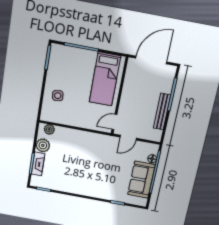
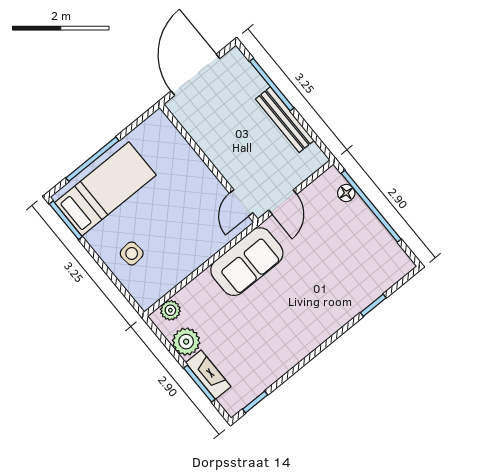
bed: (105, 79) -> (105, 189), moved, turned -90
sofa: (141, 180) -> (247, 262), moved, turned -90

